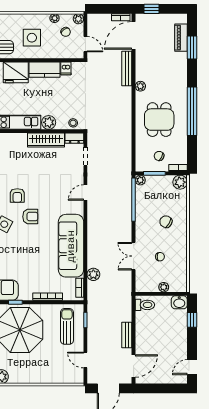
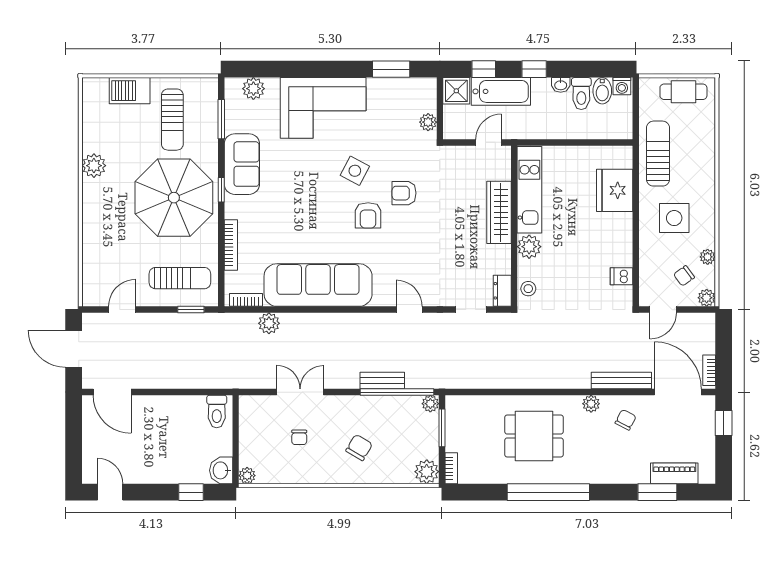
kitchen counter: (44, 70) -> (620, 240), removed
wardrobe: (46, 140) -> (499, 212), moved
chair: (159, 156) -> (626, 420), moved
plant: (164, 287) -> (247, 476), moved
bench: (127, 335) -> (382, 381), moved

